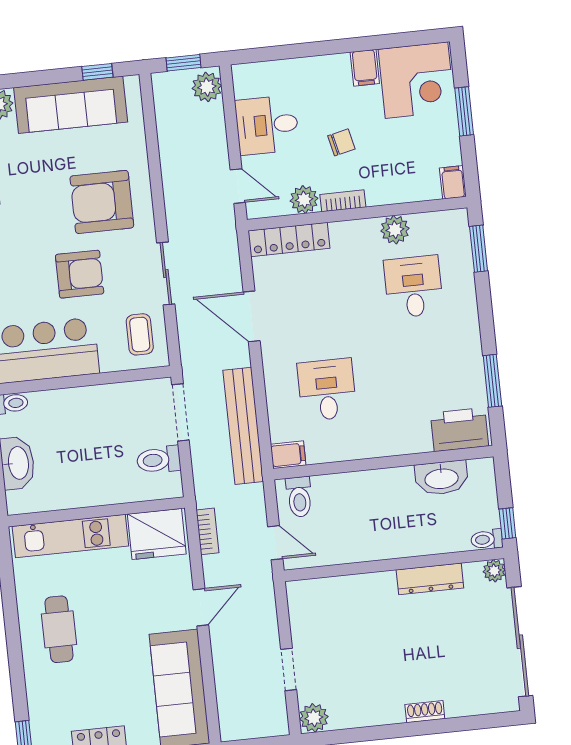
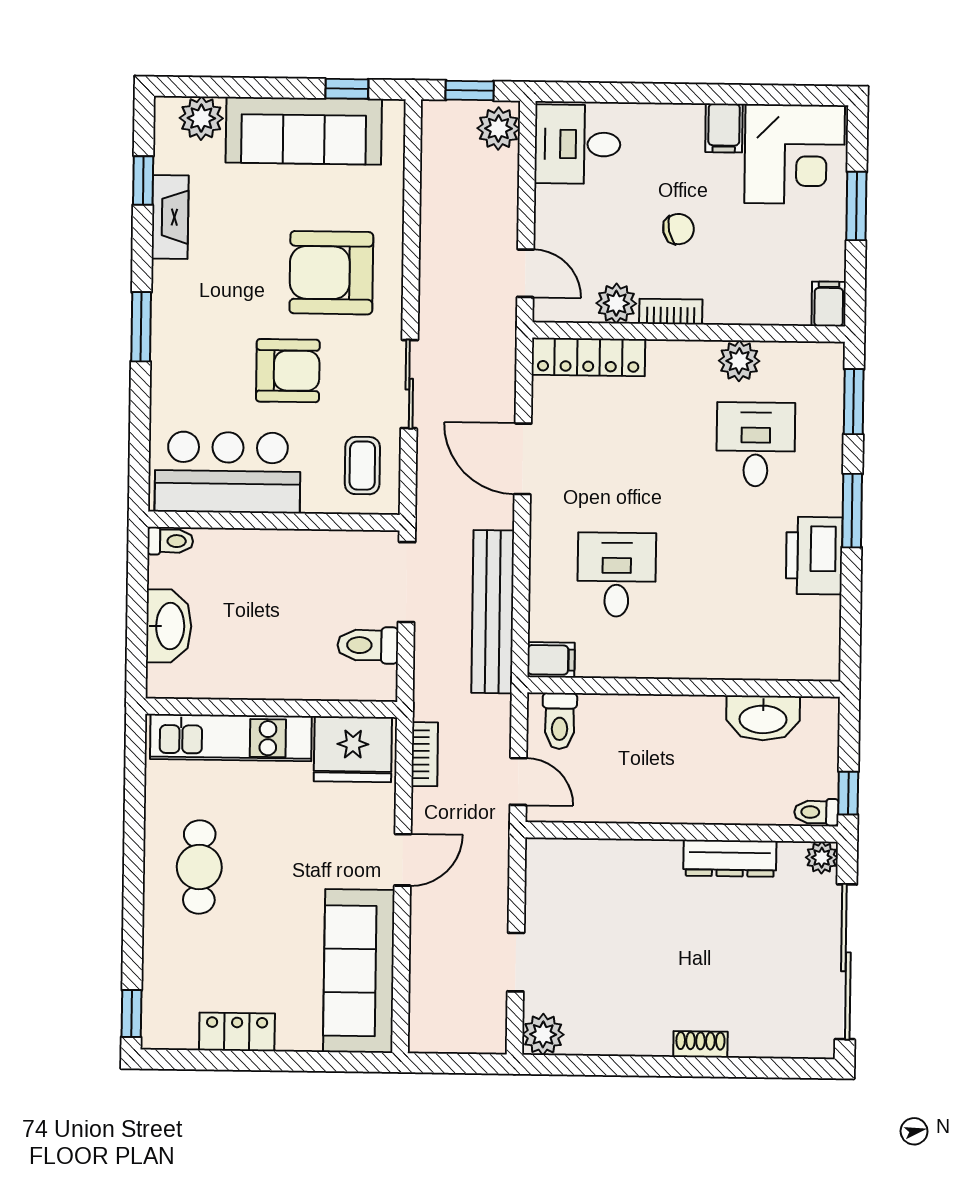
desk: (267, 125) -> (577, 144), moved
window: (492, 381) -> (852, 511), moved
printer: (460, 430) -> (814, 556), moved, turned -90

